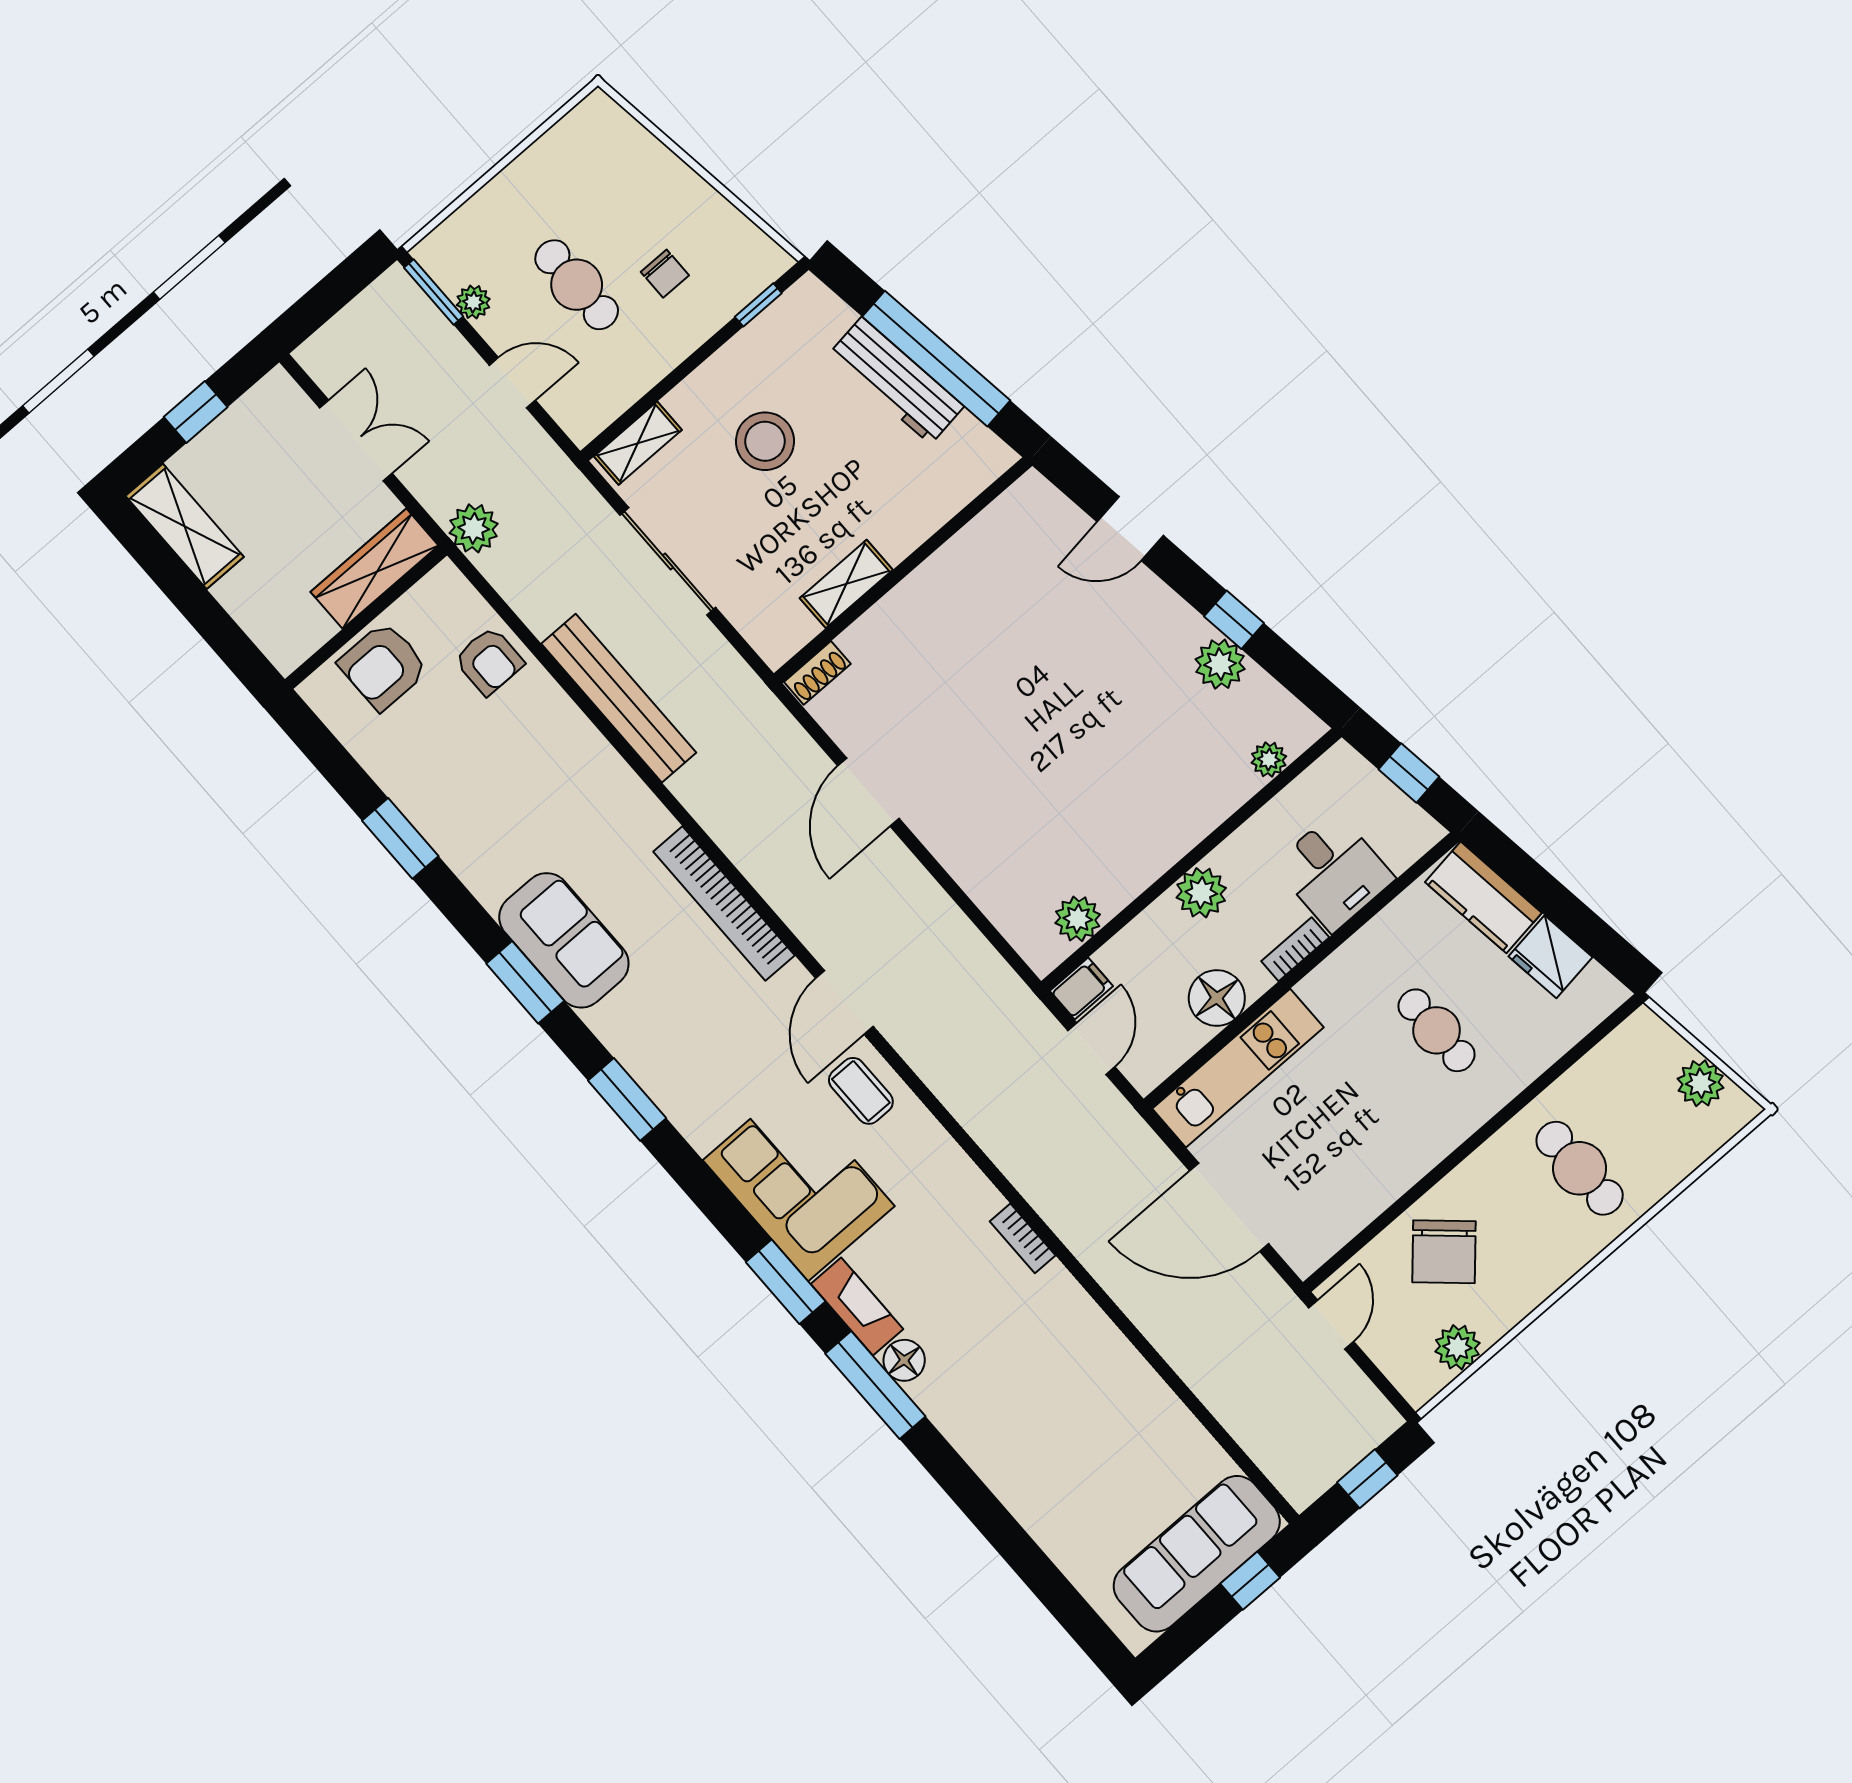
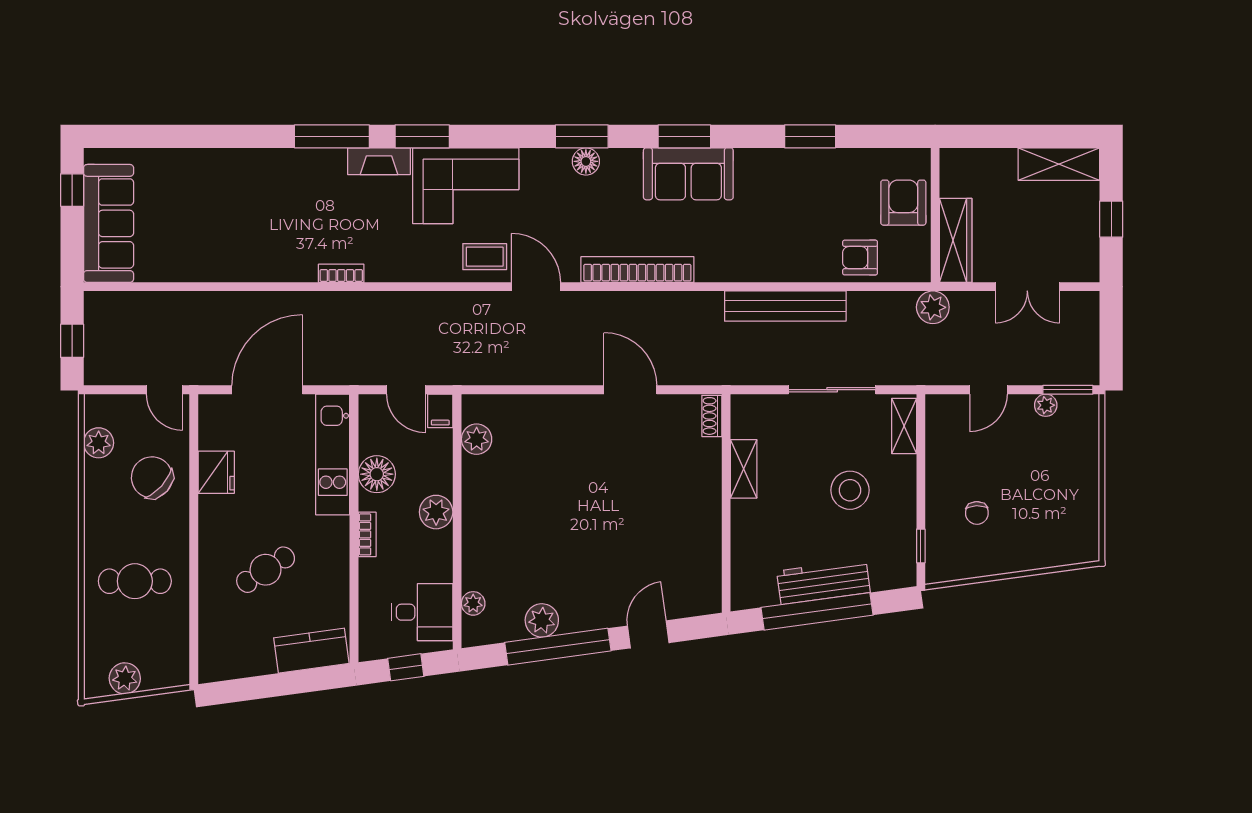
chair: (665, 274) -> (977, 513), turned -92
cafe table: (577, 285) -> (1010, 464), removed
window: (1234, 620) -> (558, 647), width x3.17
desk: (1334, 872) -> (422, 612), moved, turned 180
fridge: (1550, 957) -> (216, 472), moved, turned 98
cafe table: (1436, 1030) -> (266, 570), turned -33
floor lamp: (904, 1360) -> (586, 161), moved
window: (1250, 1581) -> (72, 190), moved

